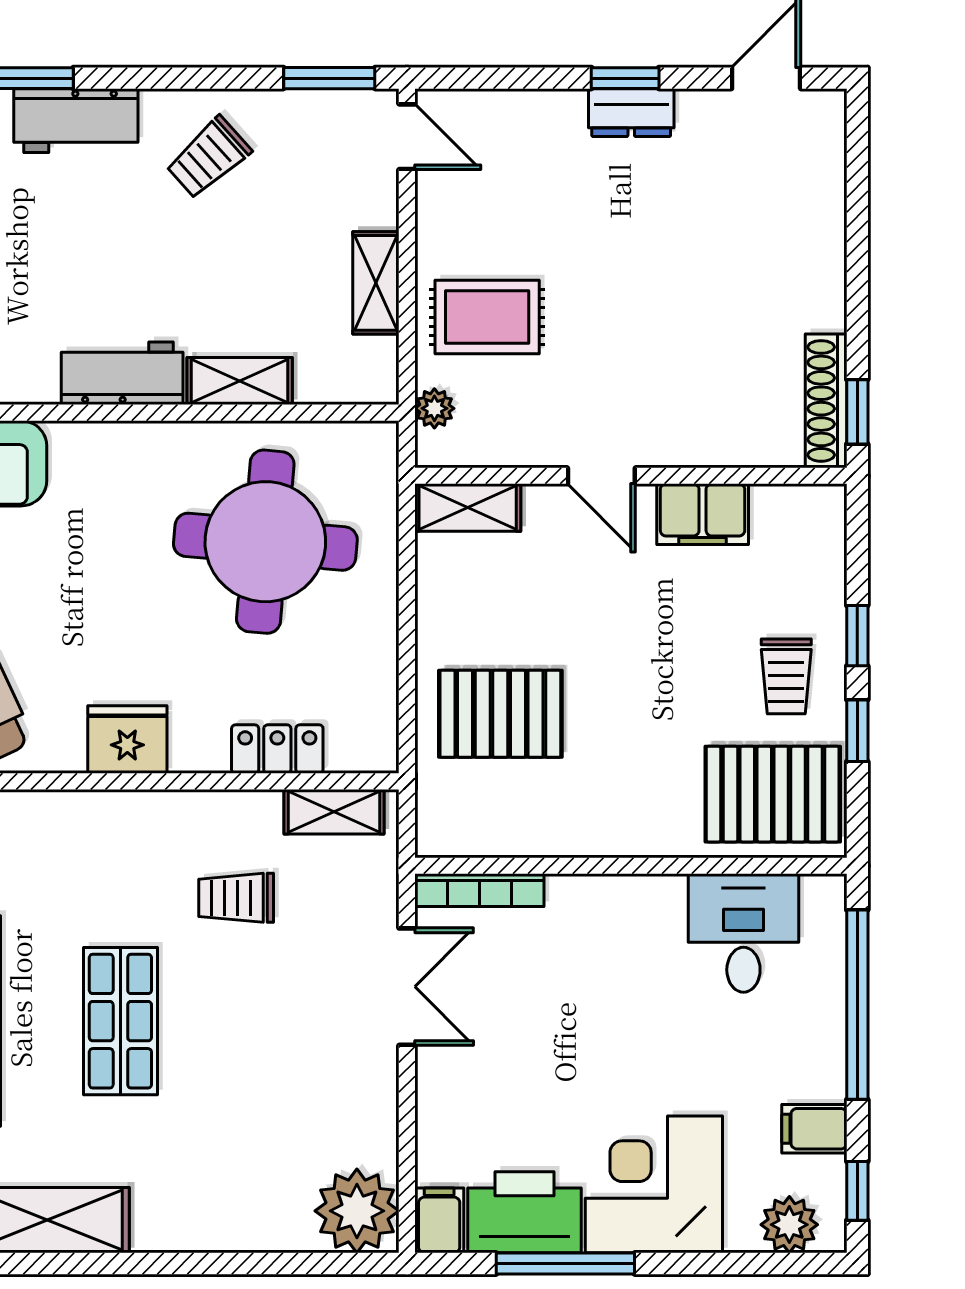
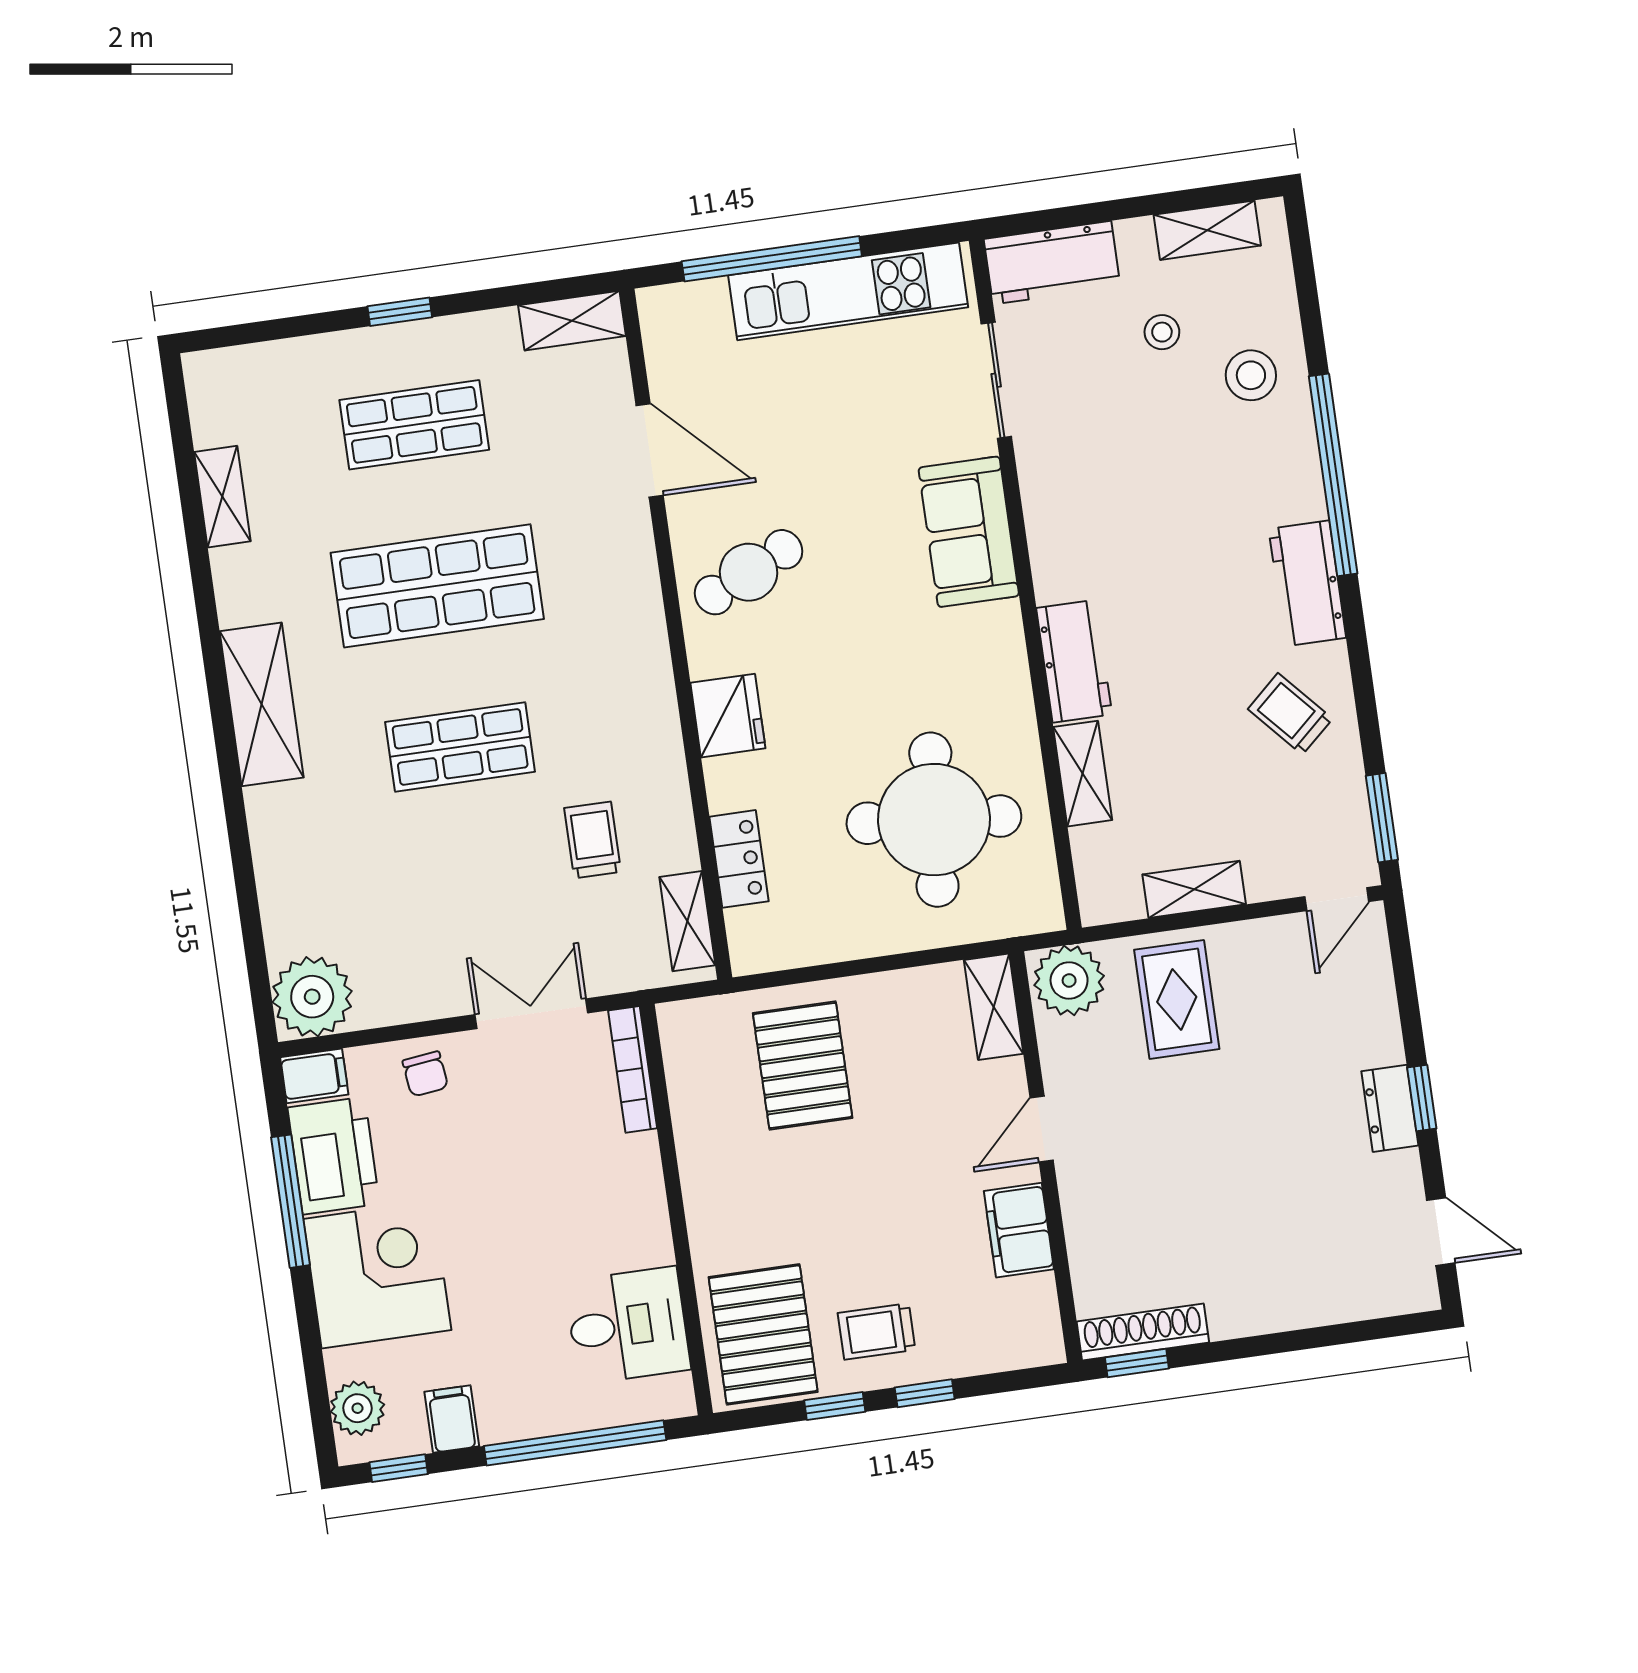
plant: (434, 408) -> (1069, 981), width x1.88, depth x1.88
double door: (407, 987) -> (531, 1014), swing flipped
chair: (454, 1105) -> (425, 1074), added

